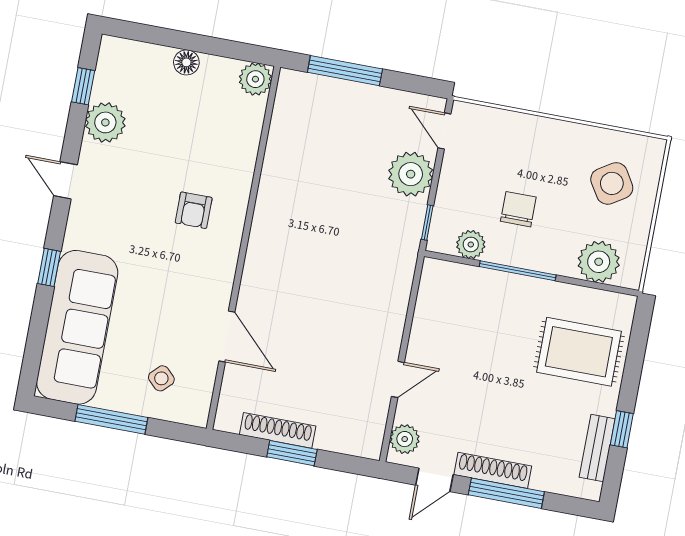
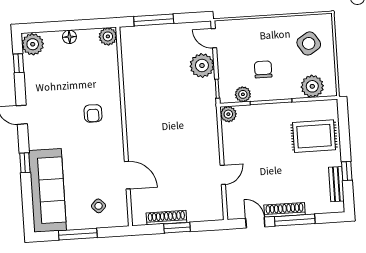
plant: (105, 122) -> (33, 44), moved
plant: (405, 439) -> (228, 114), moved
door: (434, 480) -> (255, 223), swing flipped

